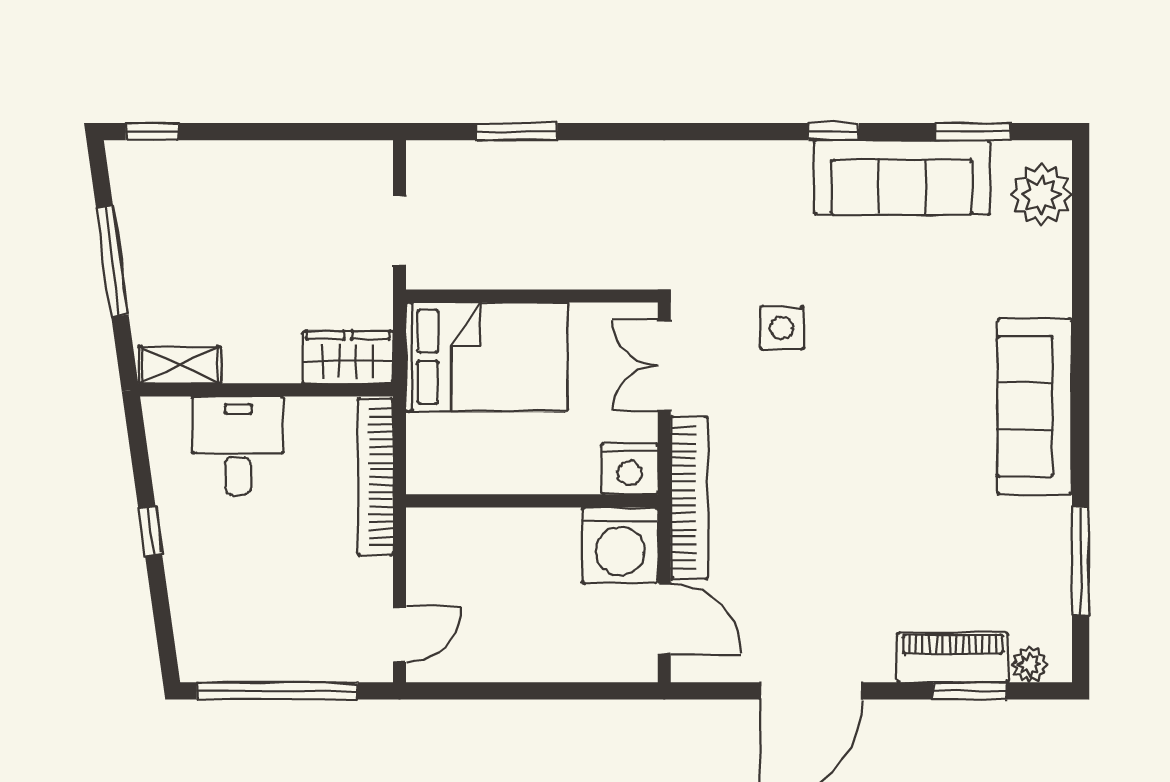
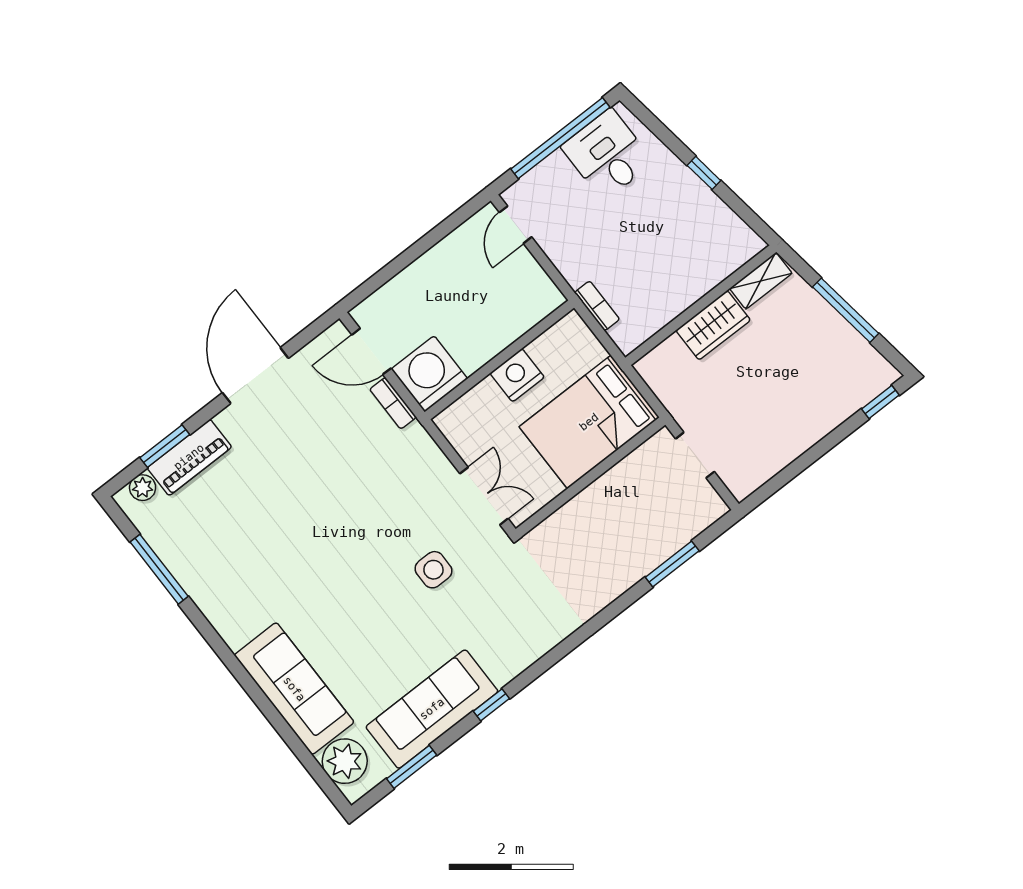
wardrobe: (348, 357) -> (713, 325), moved
sofa: (1035, 406) -> (294, 689), moved
desk: (238, 445) -> (607, 155), moved, turned 180
nightstand: (630, 469) -> (517, 375), moved
bookcase: (375, 477) -> (597, 306), width x0.43, depth x0.76
bookcase: (689, 498) -> (393, 403), width x0.43, depth x0.76

